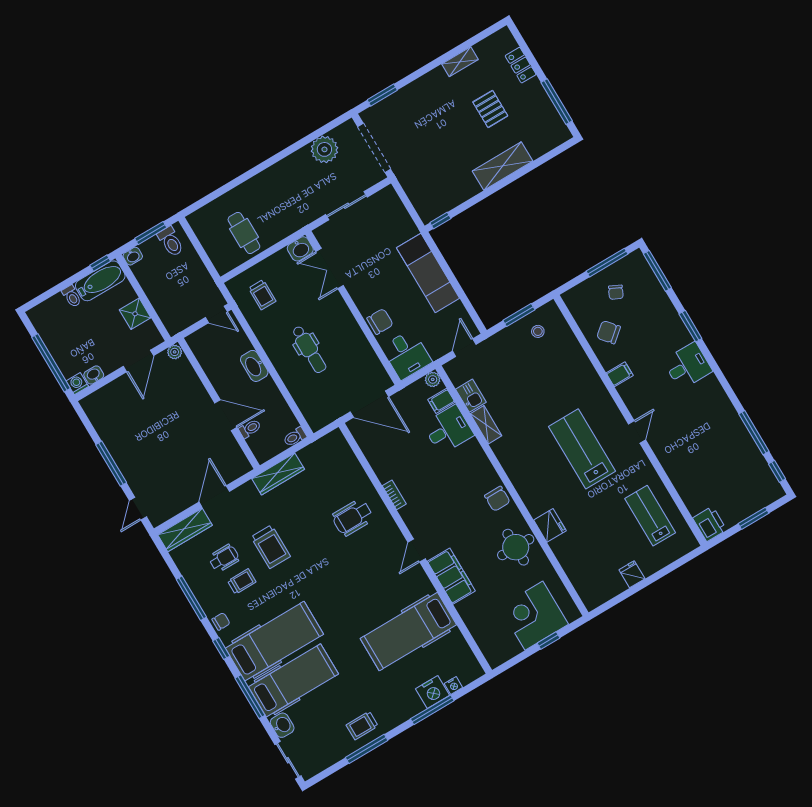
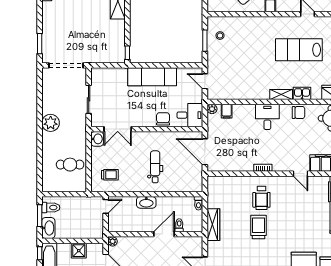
plant: (324, 149) -> (51, 123), moved
washbasin: (133, 256) -> (48, 228), width x1.91, depth x1.45
dental chair: (309, 349) -> (155, 167), turned -90
kitchen sink: (471, 396) -> (302, 93), moved
door: (369, 404) -> (205, 152), swing flipped
shelving: (486, 425) -> (281, 94), moved
desk: (448, 430) -> (267, 117), moved
trolley: (271, 547) -> (258, 227), moved, turned -90

